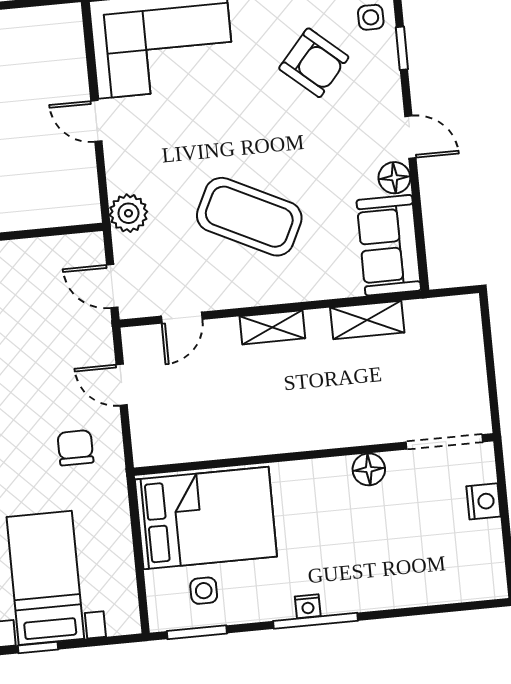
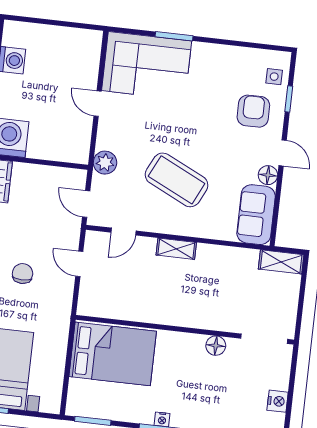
armchair: (314, 63) -> (253, 111), moved, turned -131
shelving: (367, 320) -> (281, 262), moved
chair: (75, 448) -> (23, 274), moved
nightstand: (484, 501) -> (278, 401), moved
side table: (204, 591) -> (102, 397), removed

